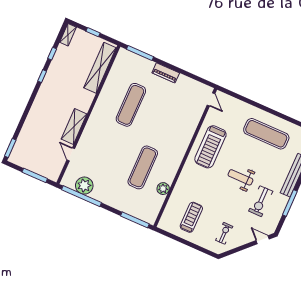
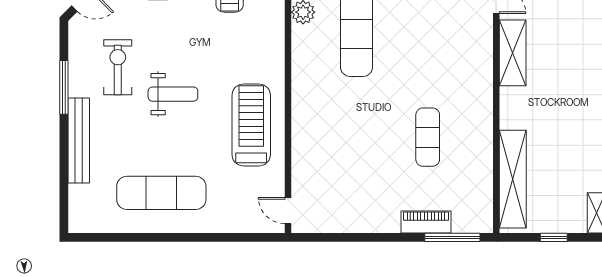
piano: (166, 73) -> (426, 222), moved
exercise mat: (131, 105) -> (428, 137), width x0.73, depth x0.69

